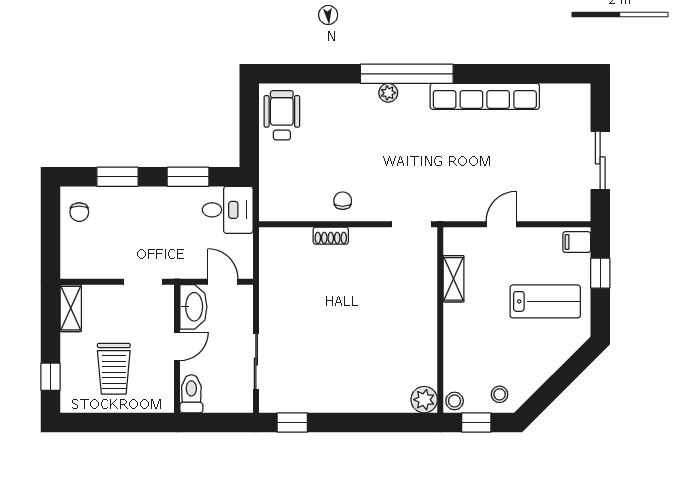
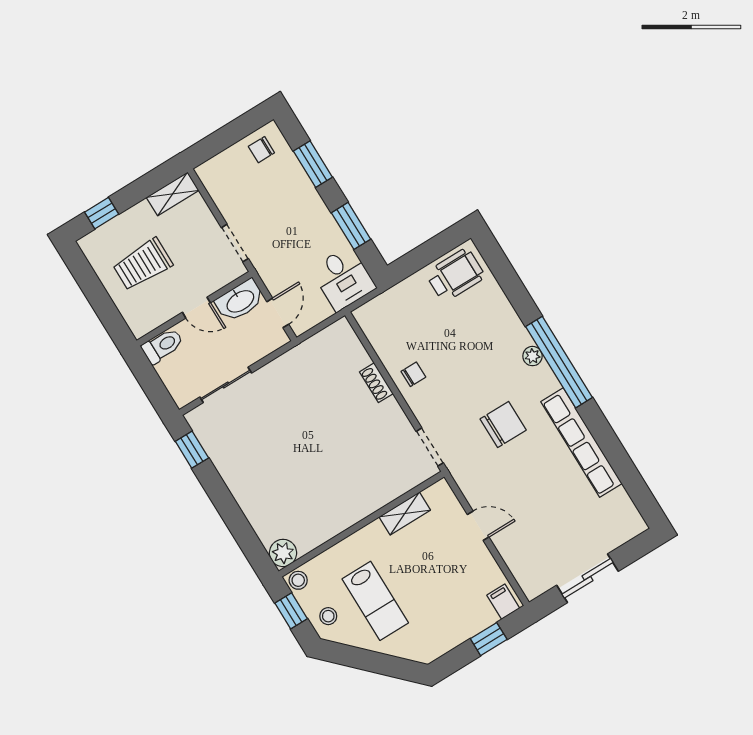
chair: (430, 152) -> (503, 424), added
lab bench: (545, 301) -> (375, 601), moved

